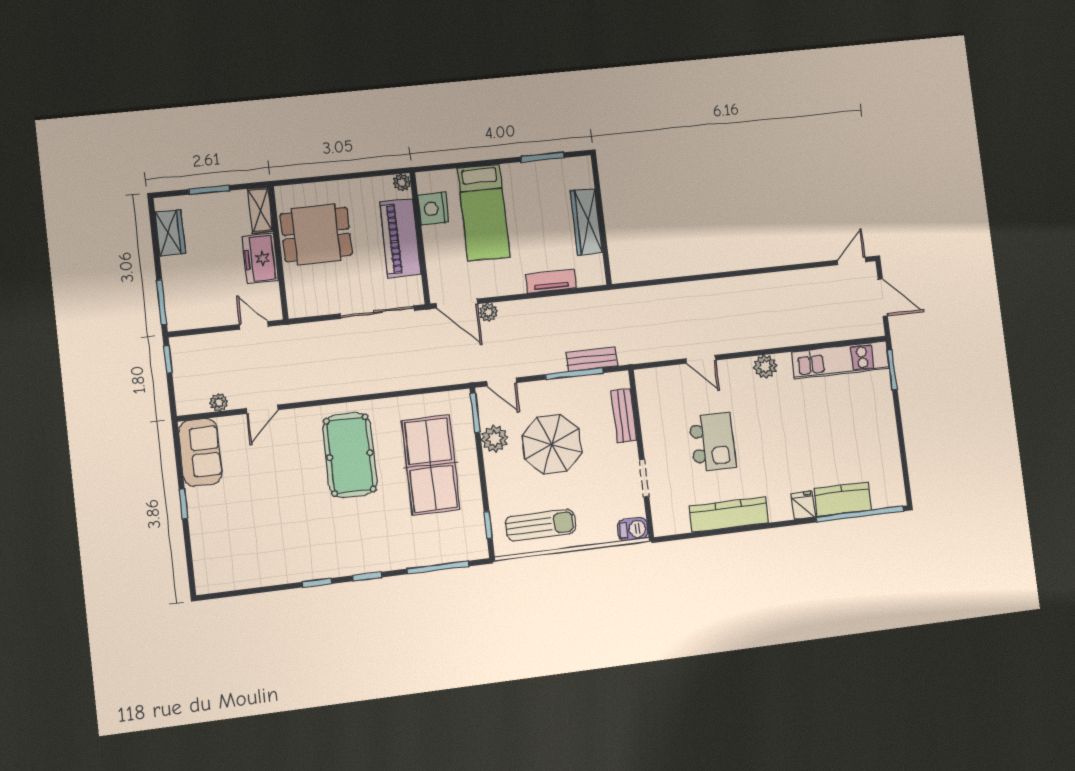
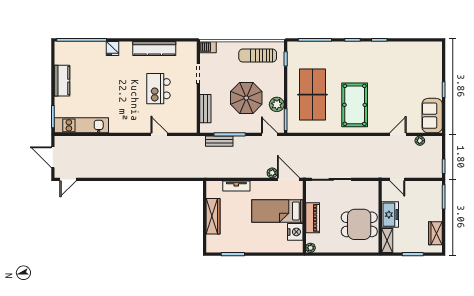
bed: (484, 212) -> (277, 211), moved, turned -90
piano: (400, 238) -> (313, 218), width x0.73, depth x0.75
plant: (765, 367) -> (124, 127), removed
kitchen counter: (843, 499) -> (62, 81), moved, turned -90

